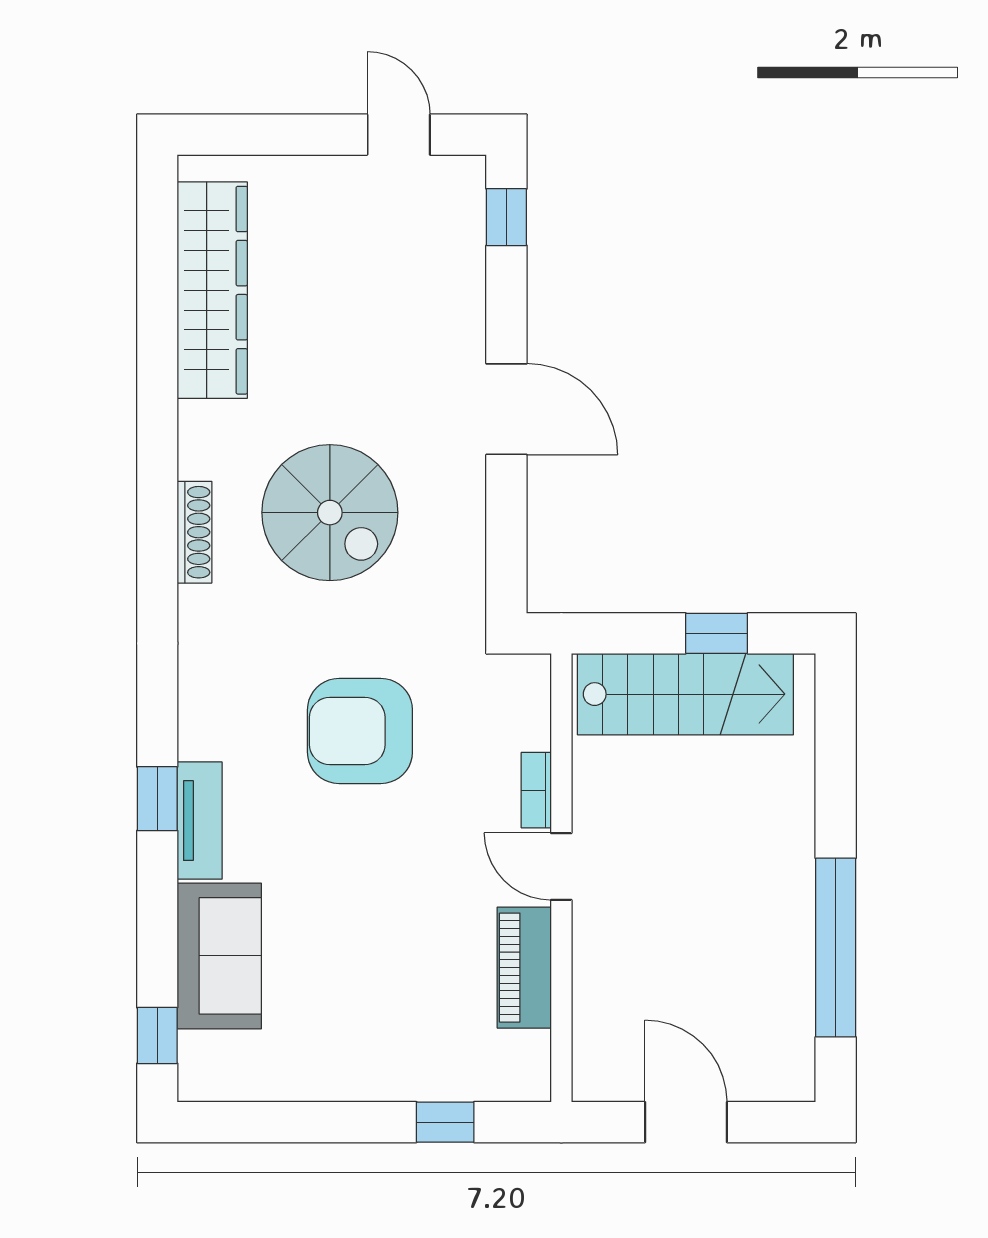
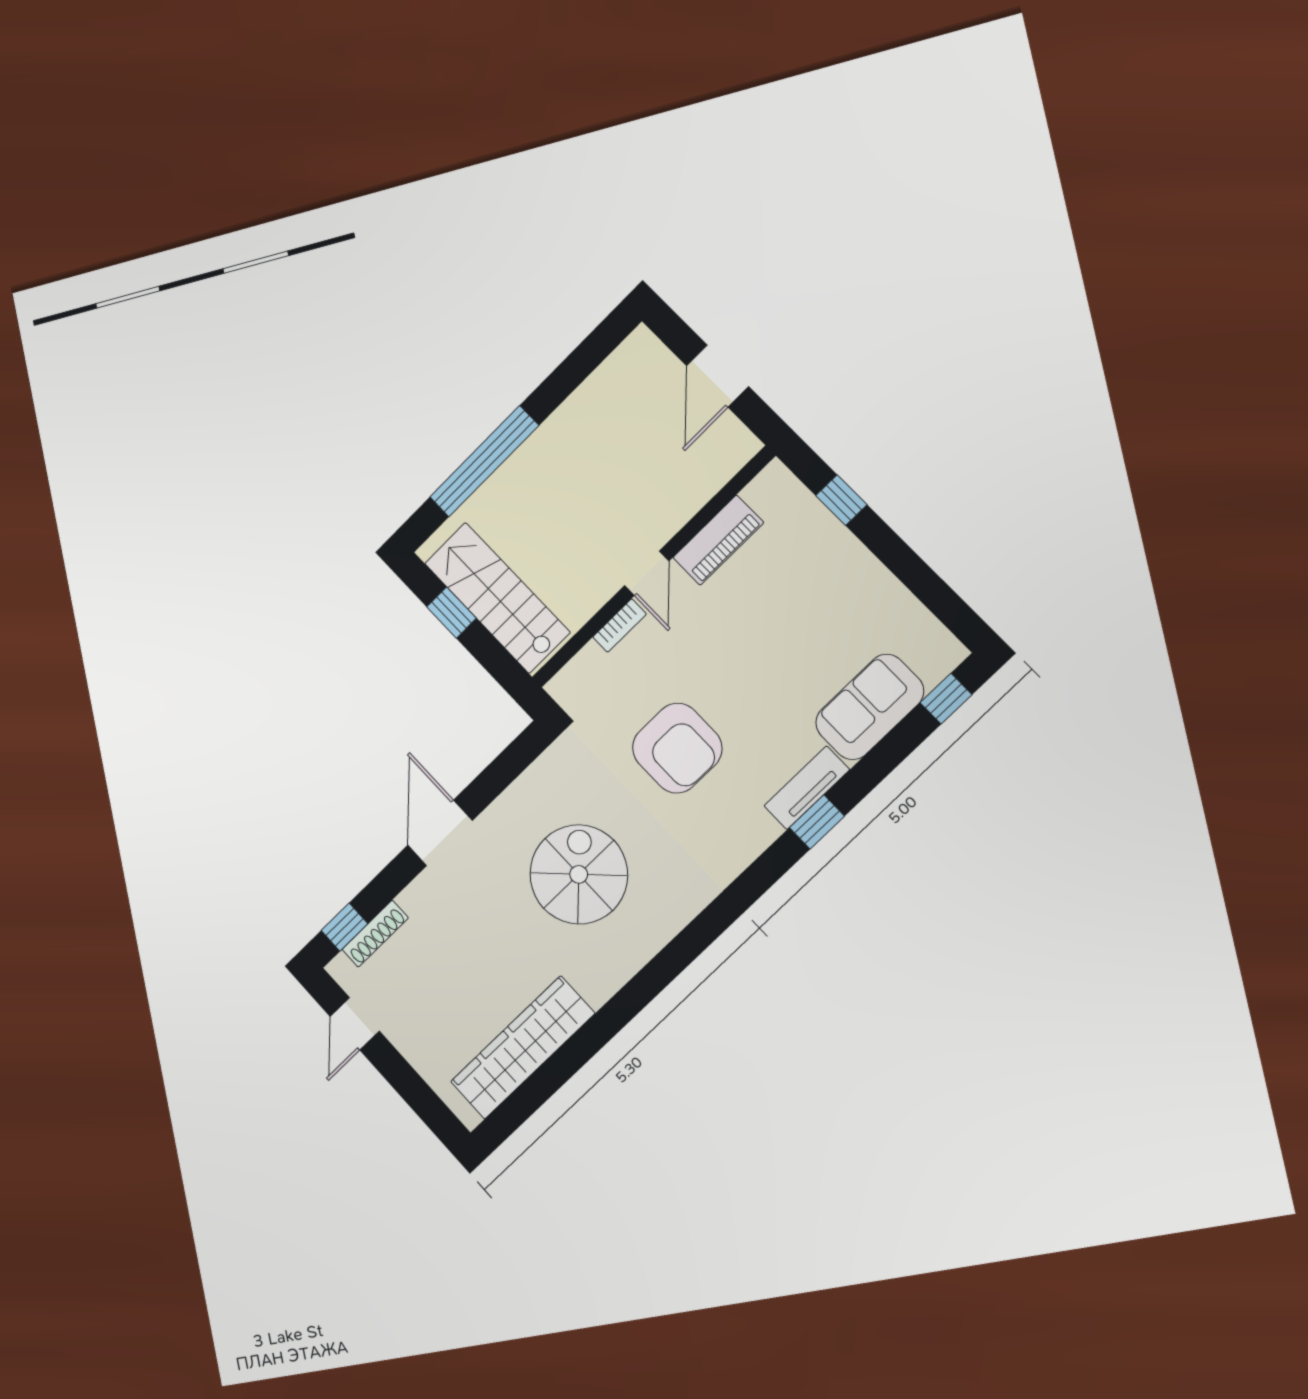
shoe rack: (195, 532) -> (375, 934), moved, turned 180
window: (836, 948) -> (484, 461), moved

